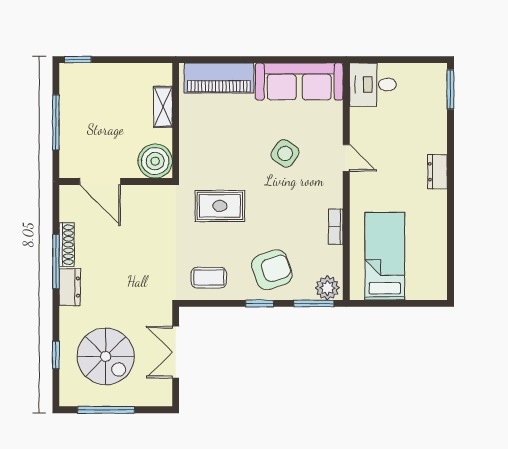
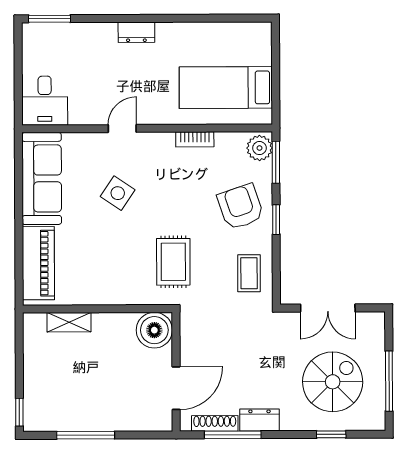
boiler: (155, 161) -> (154, 330), moved
door: (100, 182) -> (176, 388), moved
wall: (116, 182) -> (176, 372), moved

